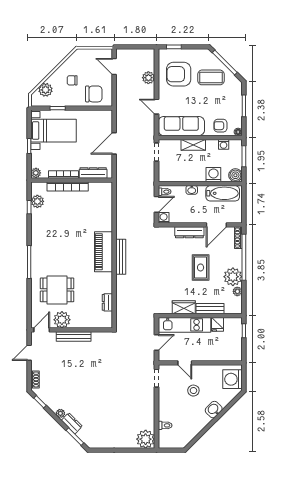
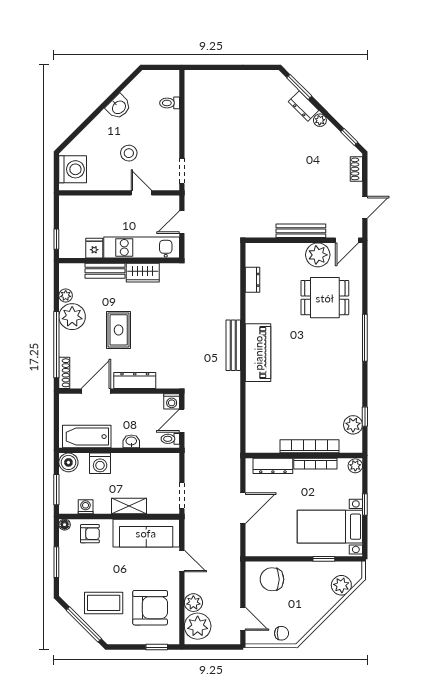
chair: (72, 80) -> (282, 633), moved
washbasin: (214, 410) -> (119, 107), moved
plant: (146, 439) -> (198, 626), moved

